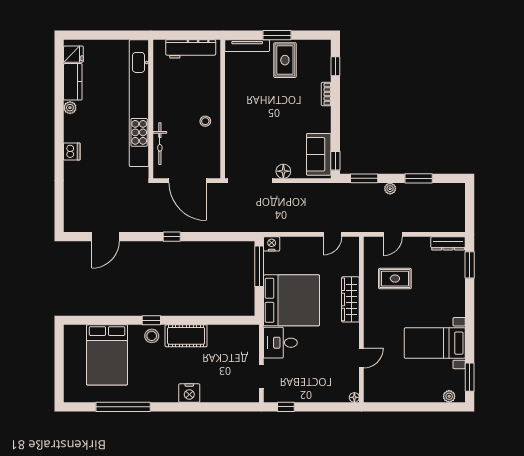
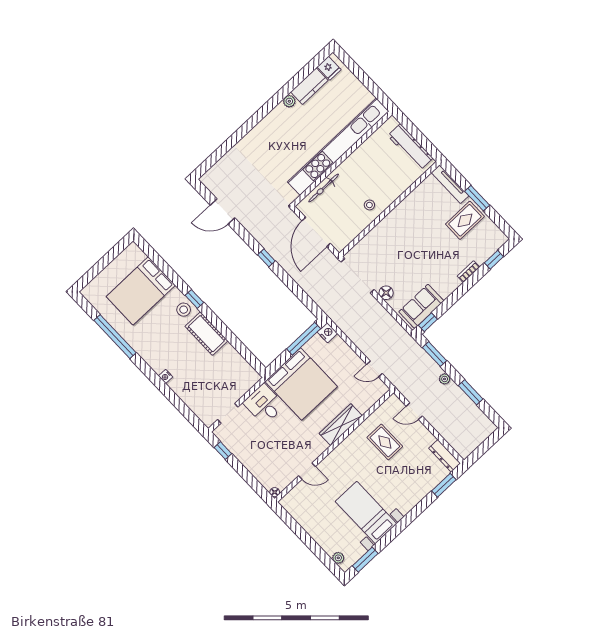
dishwasher: (72, 151) -> (260, 132), removed
nightstand: (189, 393) -> (166, 376), width x0.53, depth x0.56

